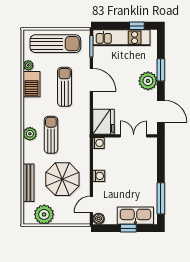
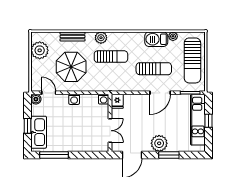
window: (137, 26) -> (208, 121), moved
fridge: (104, 122) -> (117, 101), width x0.53, depth x0.75
plant: (30, 134) -> (101, 38), moved
bench: (29, 183) -> (73, 36), width x0.73

